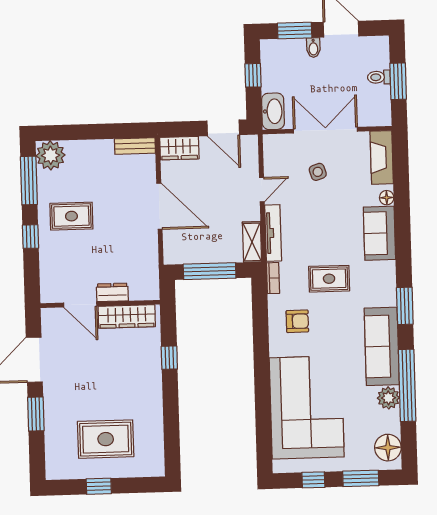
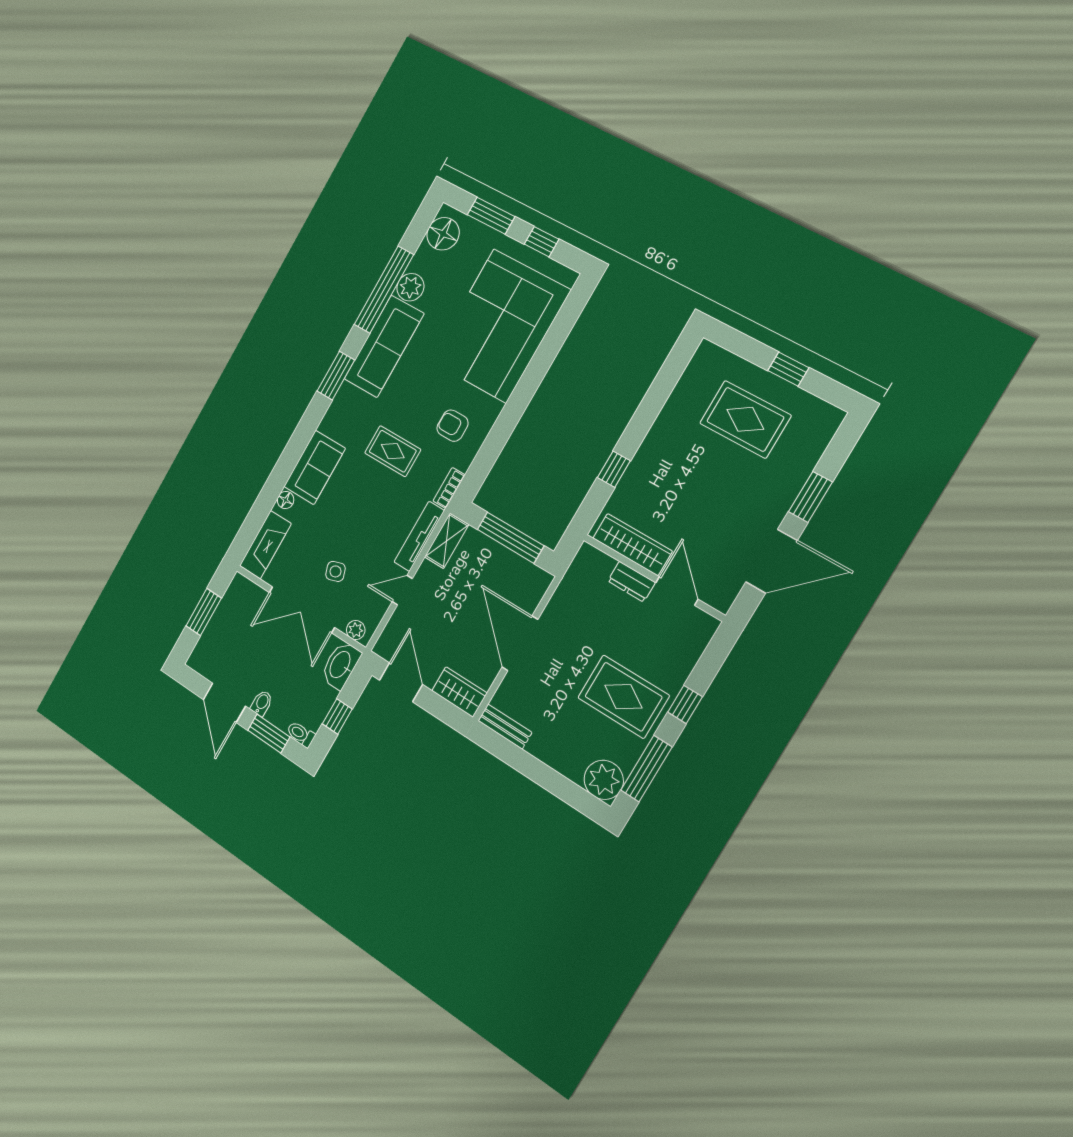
toilet: (379, 77) -> (301, 734), moved, turned 180
plant: (277, 142) -> (356, 630), added
rug: (71, 216) -> (623, 697), width x1.36, depth x1.43

